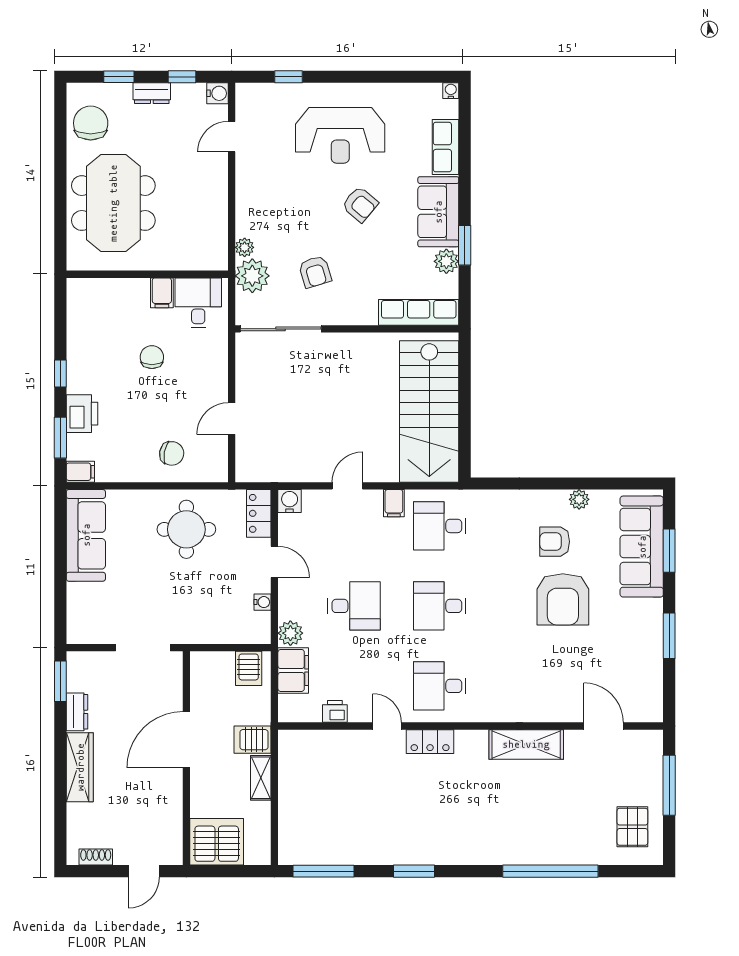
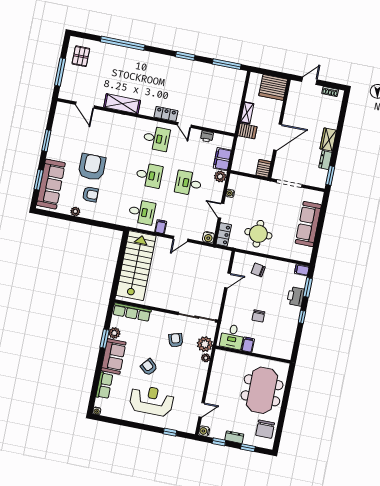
sofa: (86, 535) -> (308, 224), moved
server rack: (249, 668) -> (264, 168), moved
wardrobe: (80, 767) -> (328, 140), width x0.67

